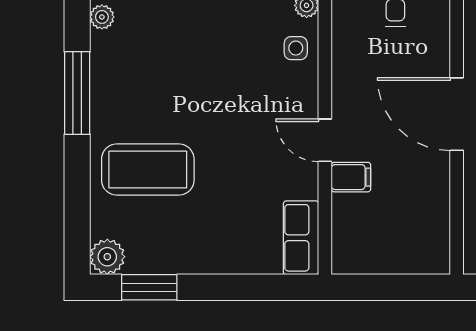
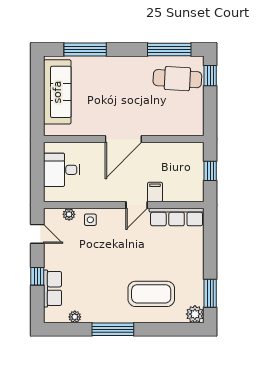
coffee table: (148, 170) -> (151, 294), turned 90
row of seats: (301, 238) -> (177, 217), width x1.48
window: (393, 287) -> (210, 171), added

